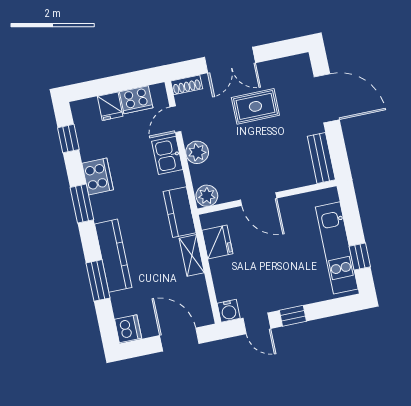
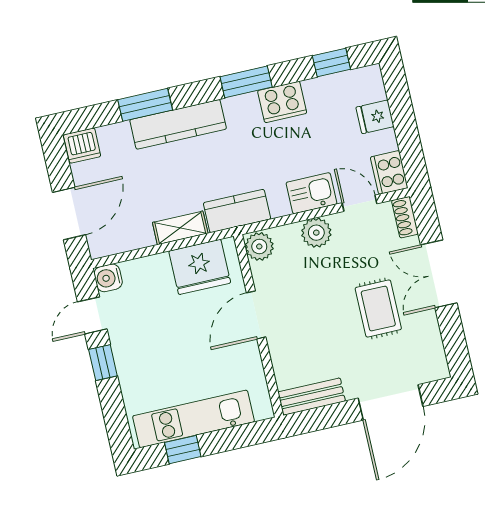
cooker: (136, 100) -> (389, 172), moved
fridge: (217, 242) -> (200, 267), width x1.36, depth x1.34

